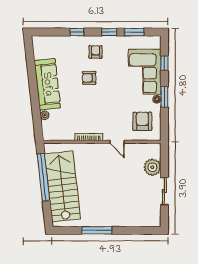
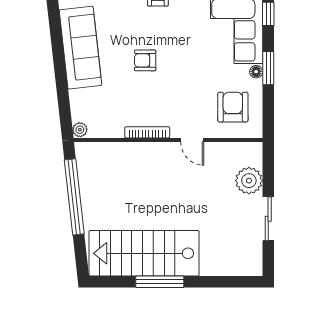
armchair: (89, 78) -> (145, 60), moved
plant: (45, 115) -> (80, 130), moved
stairs: (62, 186) -> (144, 253), moved, turned -84

